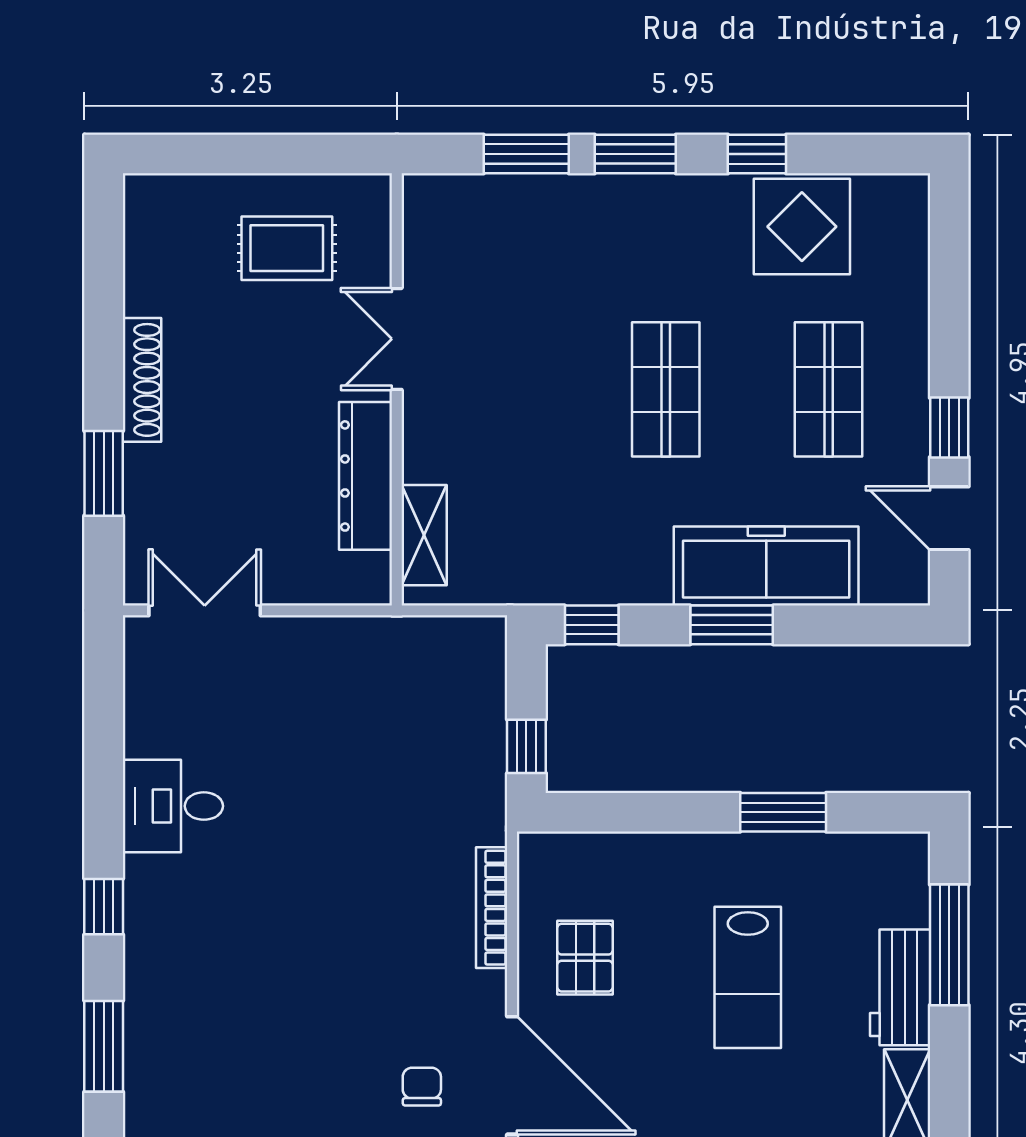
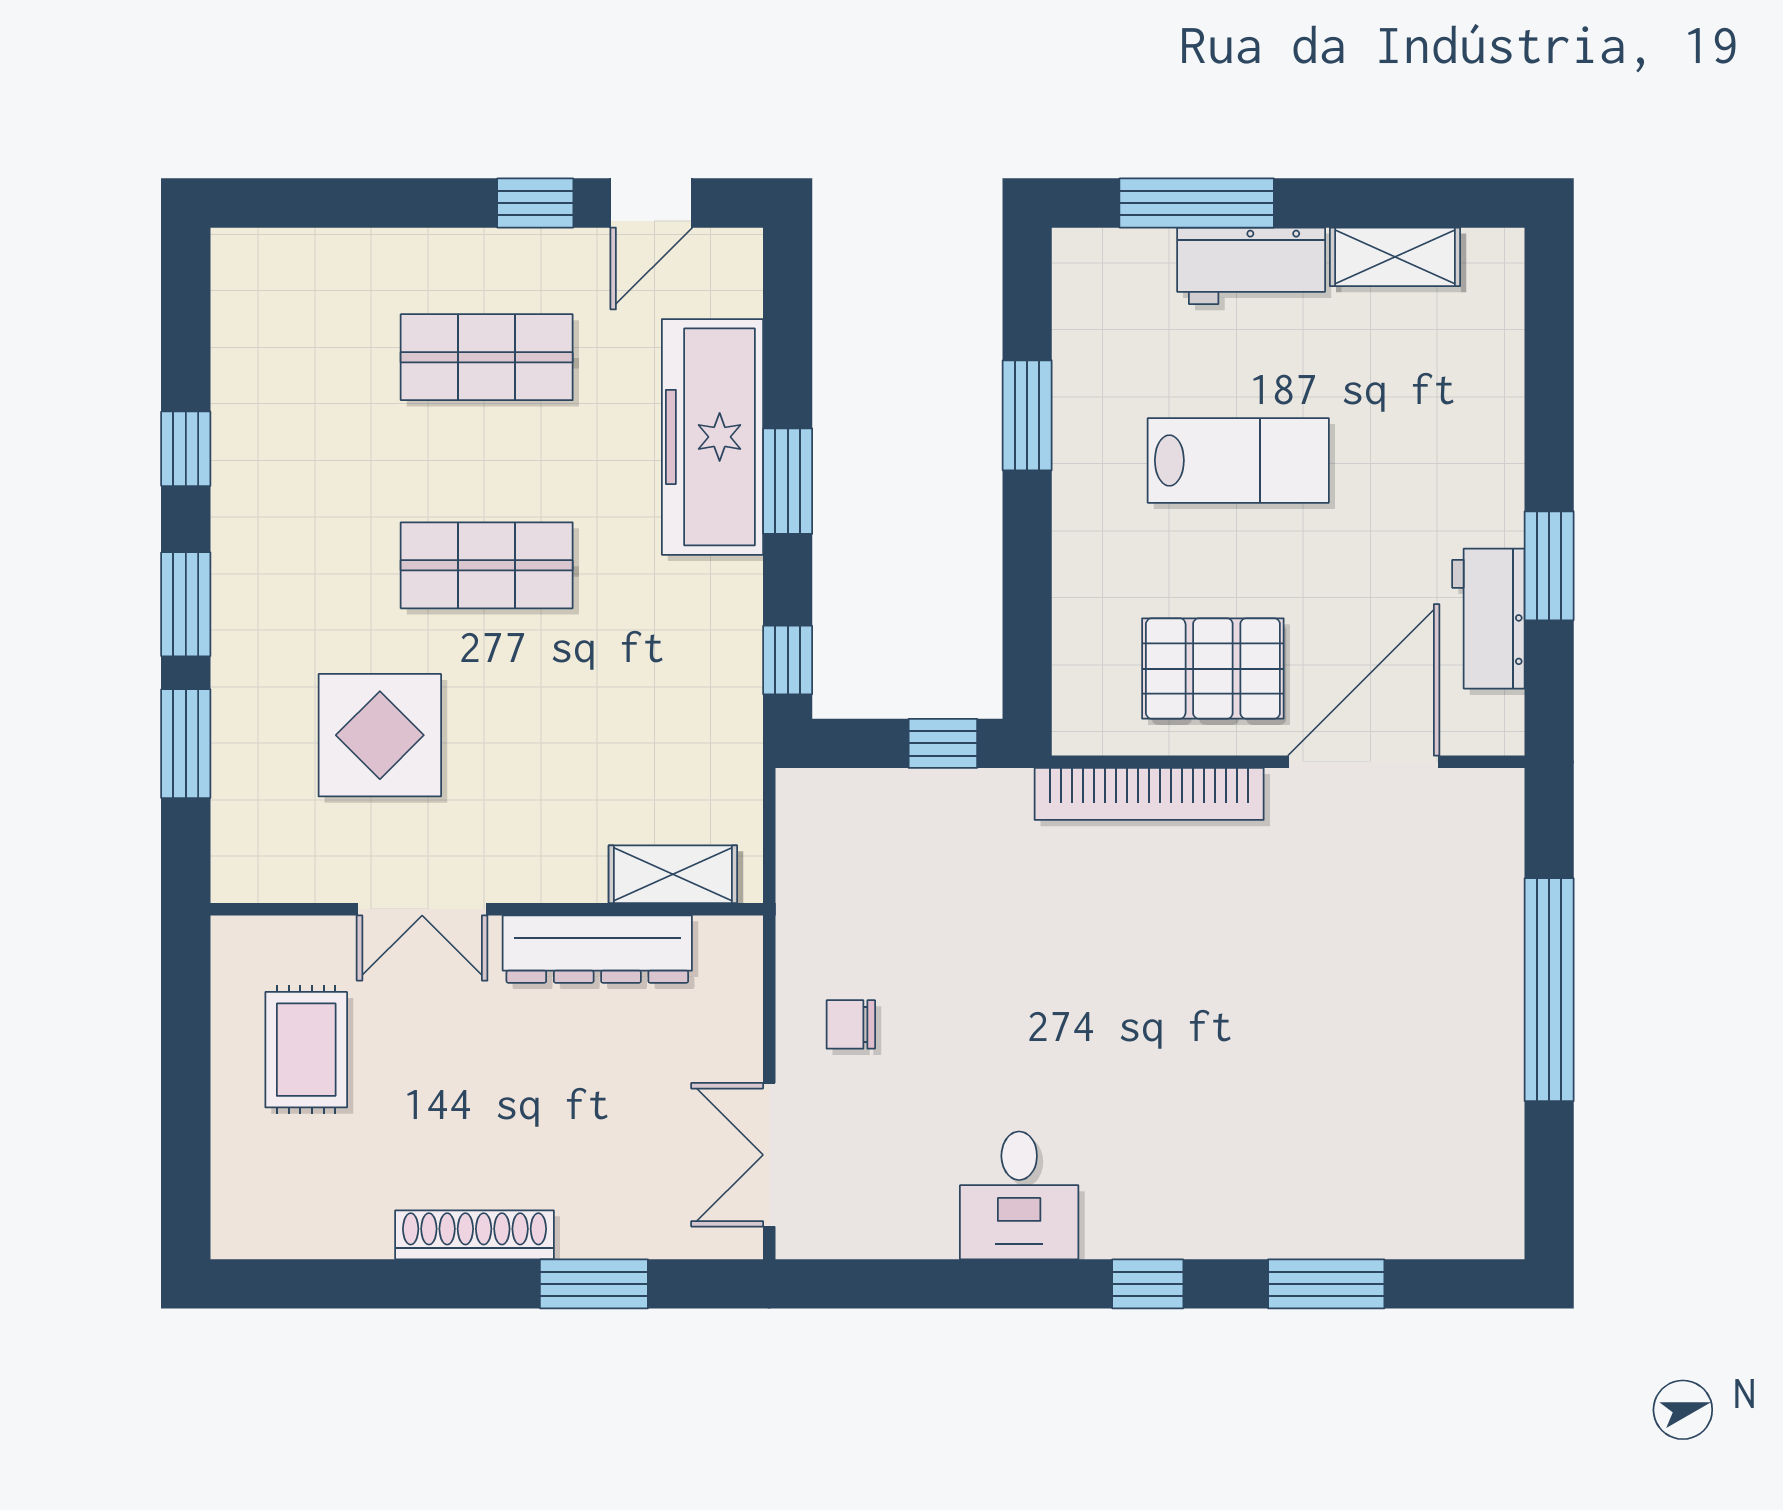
display table: (802, 227) -> (380, 735), moved
bookcase: (492, 908) -> (1149, 794), width x1.48, depth x1.31
pallet: (585, 958) -> (1213, 669), width x1.50, depth x1.42
chair: (422, 1087) -> (851, 1024), moved

